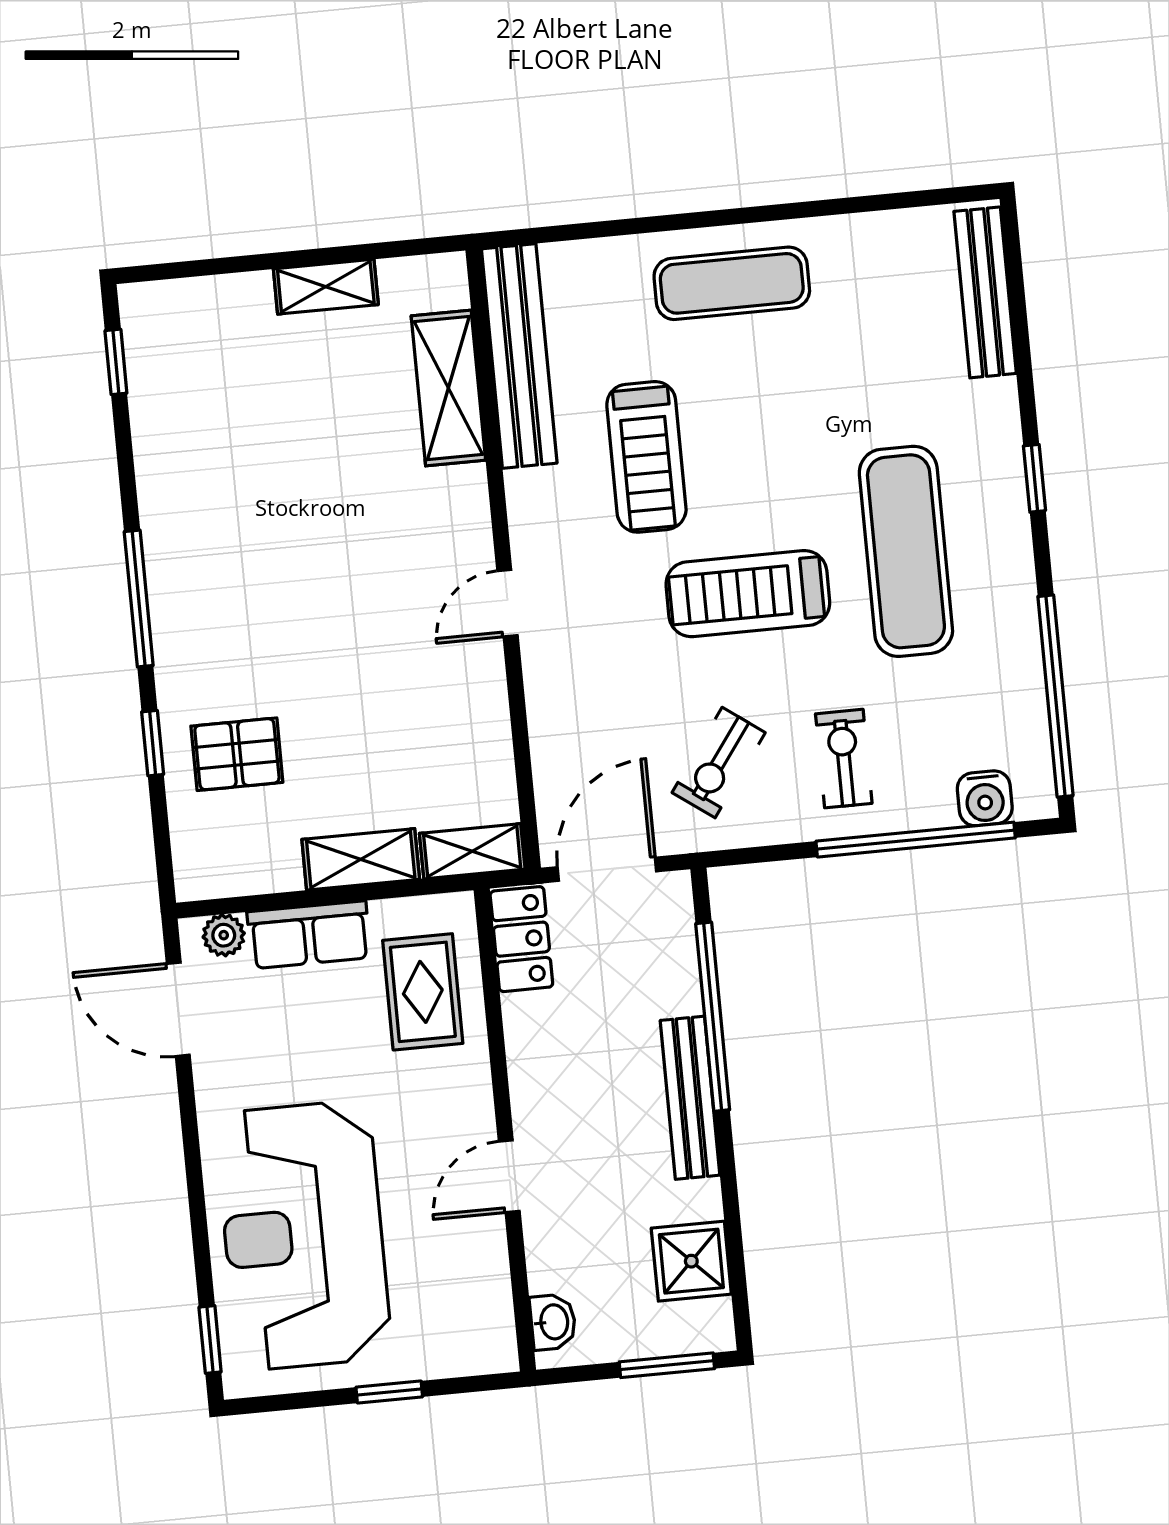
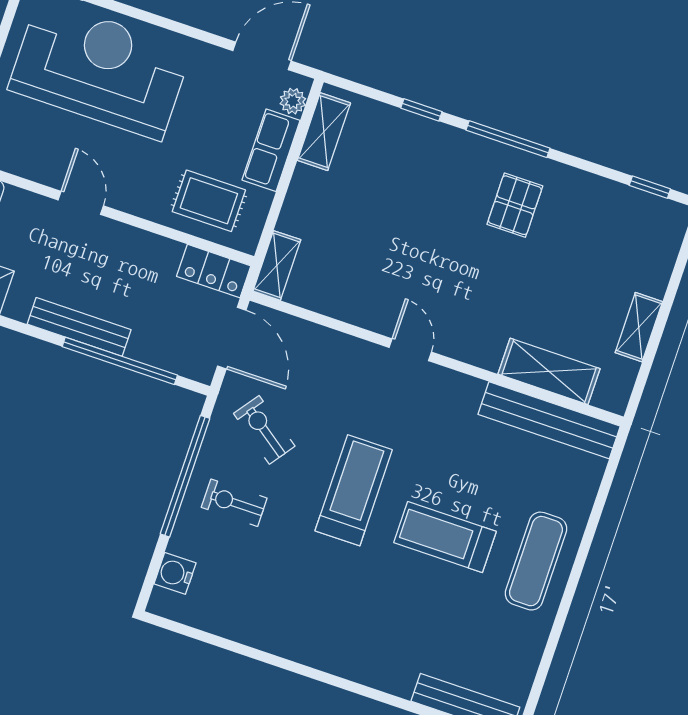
treadmill: (646, 457) -> (445, 537), moved
window: (1034, 478) -> (346, 685), removed
exercise mat: (906, 551) -> (337, 592), removed
window: (1055, 696) -> (215, 640), removed
pallet: (237, 754) -> (515, 205), moved
exercise bike: (844, 759) -> (234, 503), turned 180
window: (916, 840) -> (185, 476), moved
shelving: (361, 859) -> (324, 132), moved

